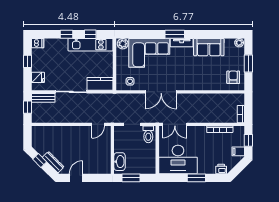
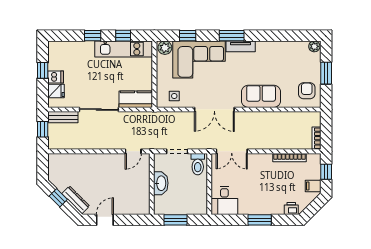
window: (140, 34) -> (188, 36), added
dishwasher: (38, 43) -> (56, 77), moved
sofa: (209, 47) -> (261, 96), moved, turned 180
desk: (178, 159) -> (224, 201), width x0.53, depth x0.77
washbasin: (120, 162) -> (161, 183), moved

